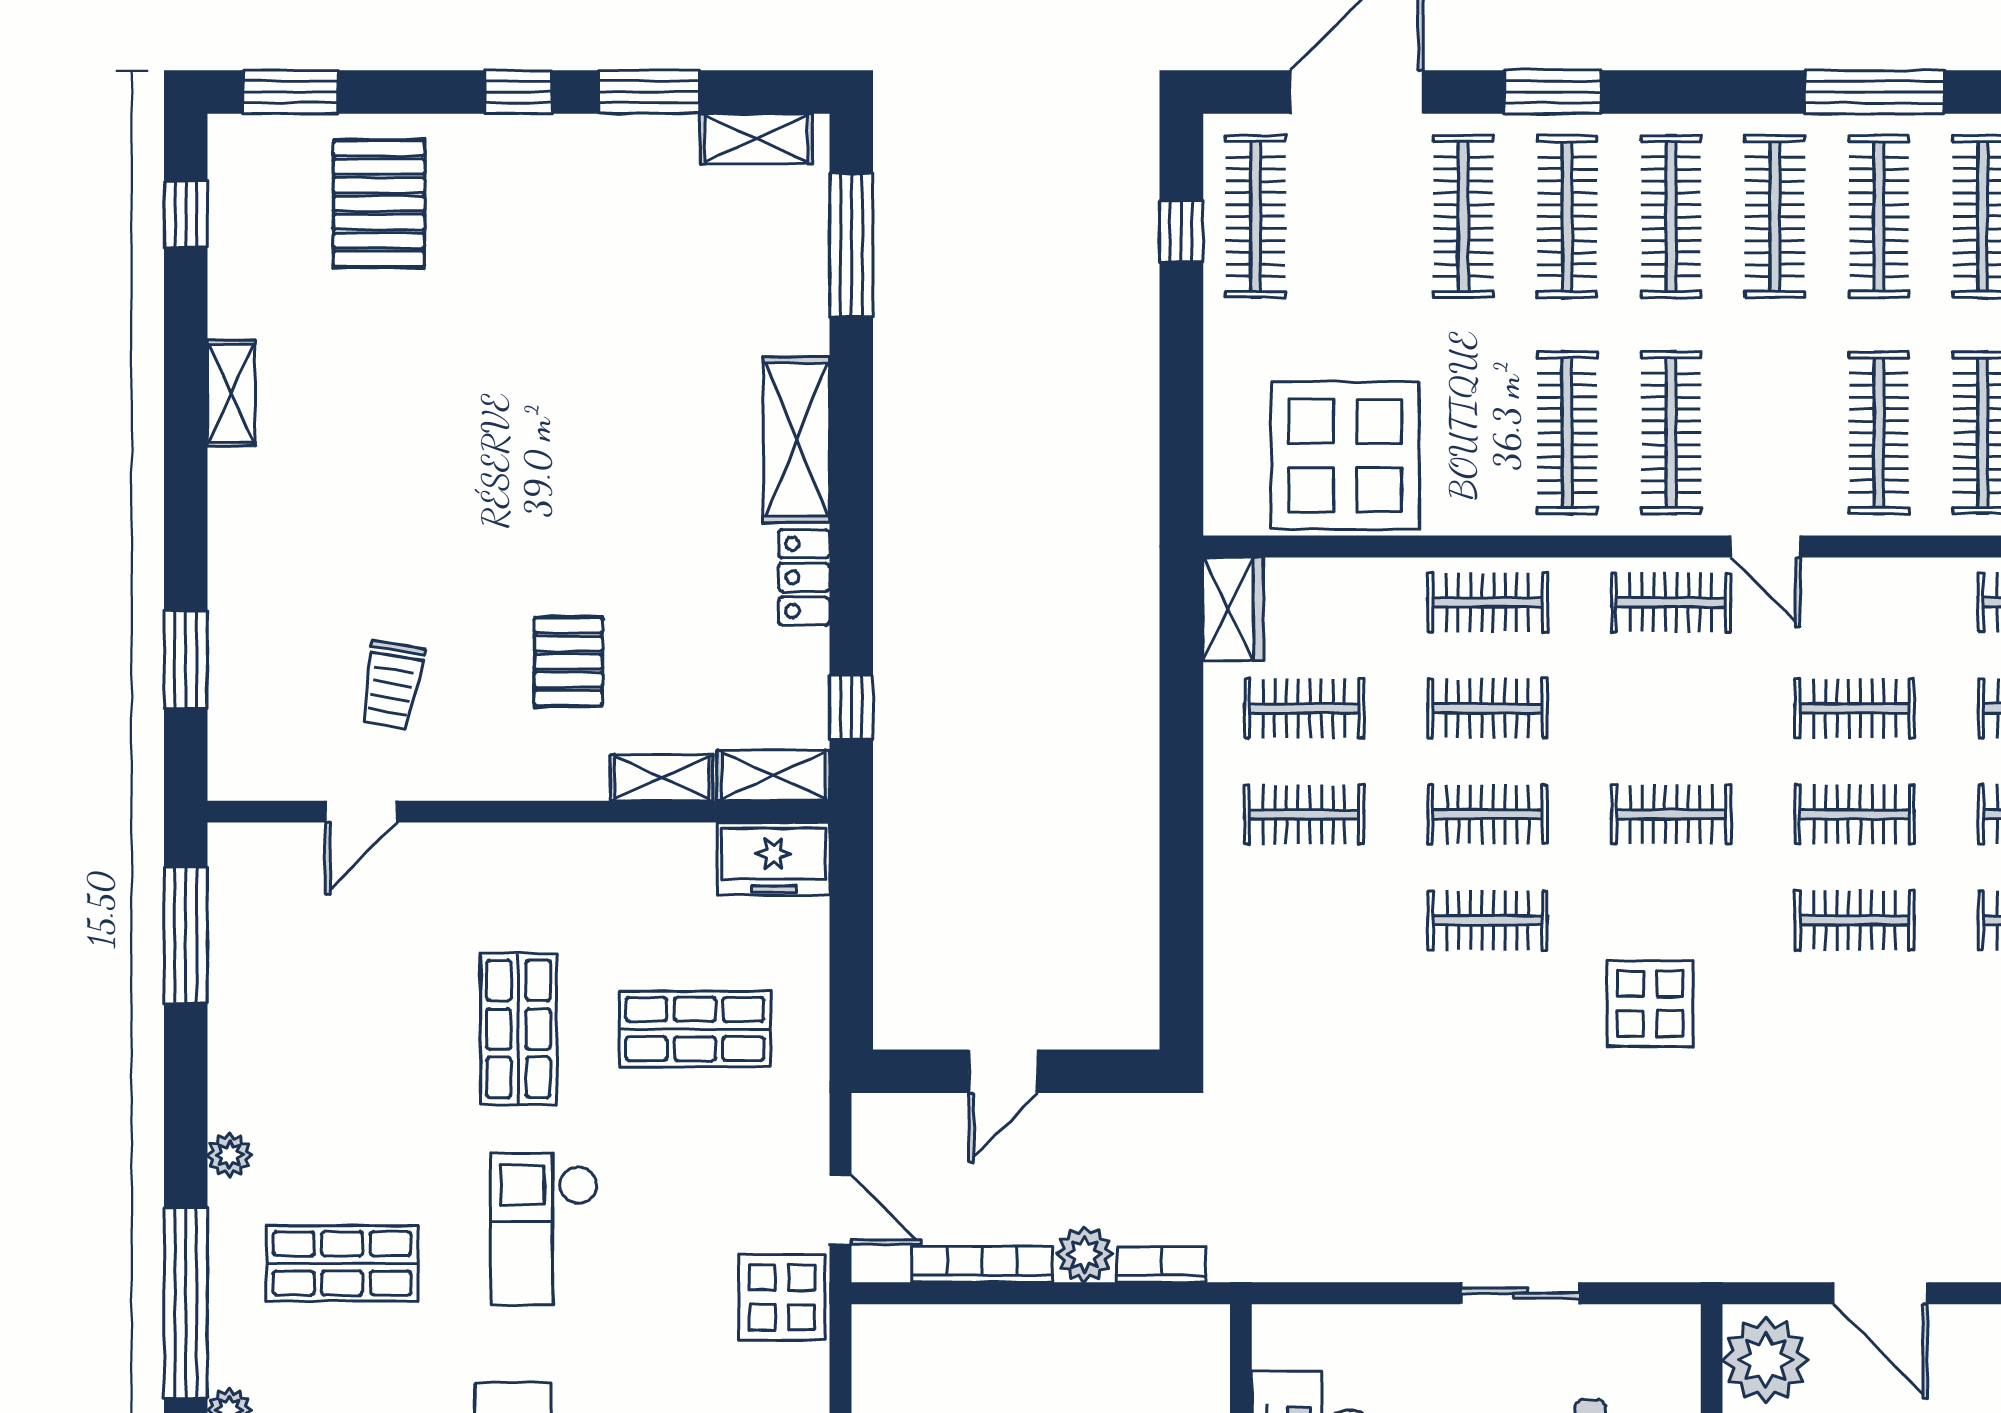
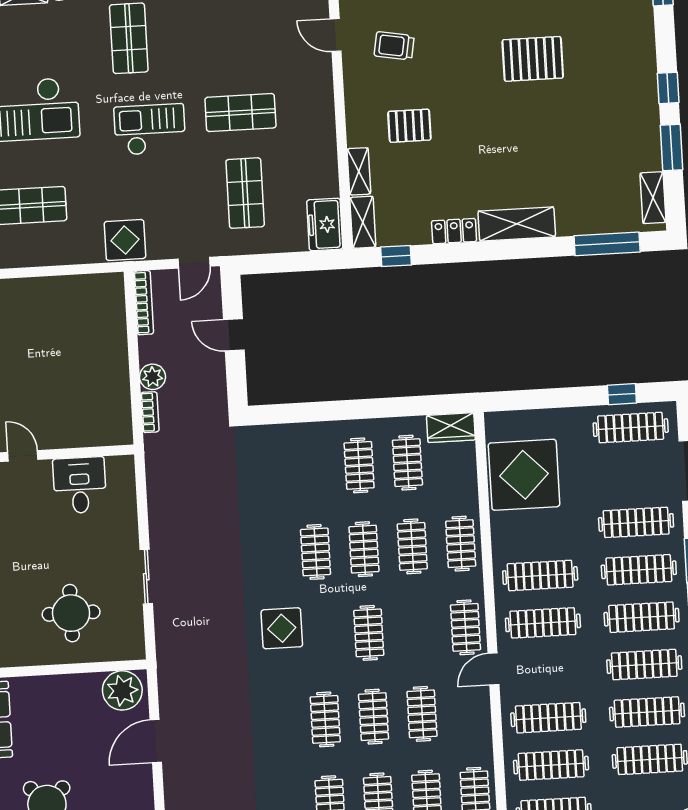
pallet: (379, 204) -> (533, 59), moved
door: (840, 1210) -> (194, 263), moved
bookcase: (982, 1264) -> (144, 303), moved

